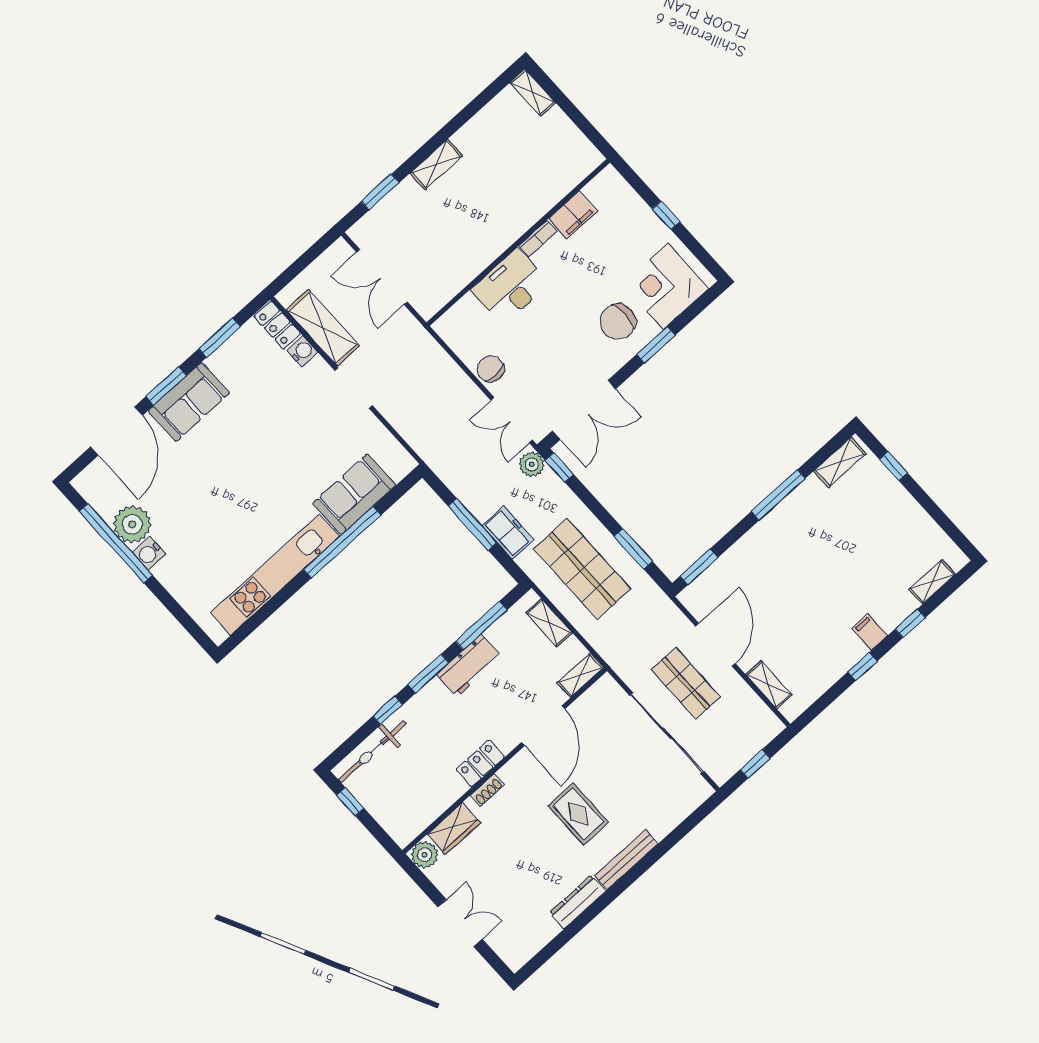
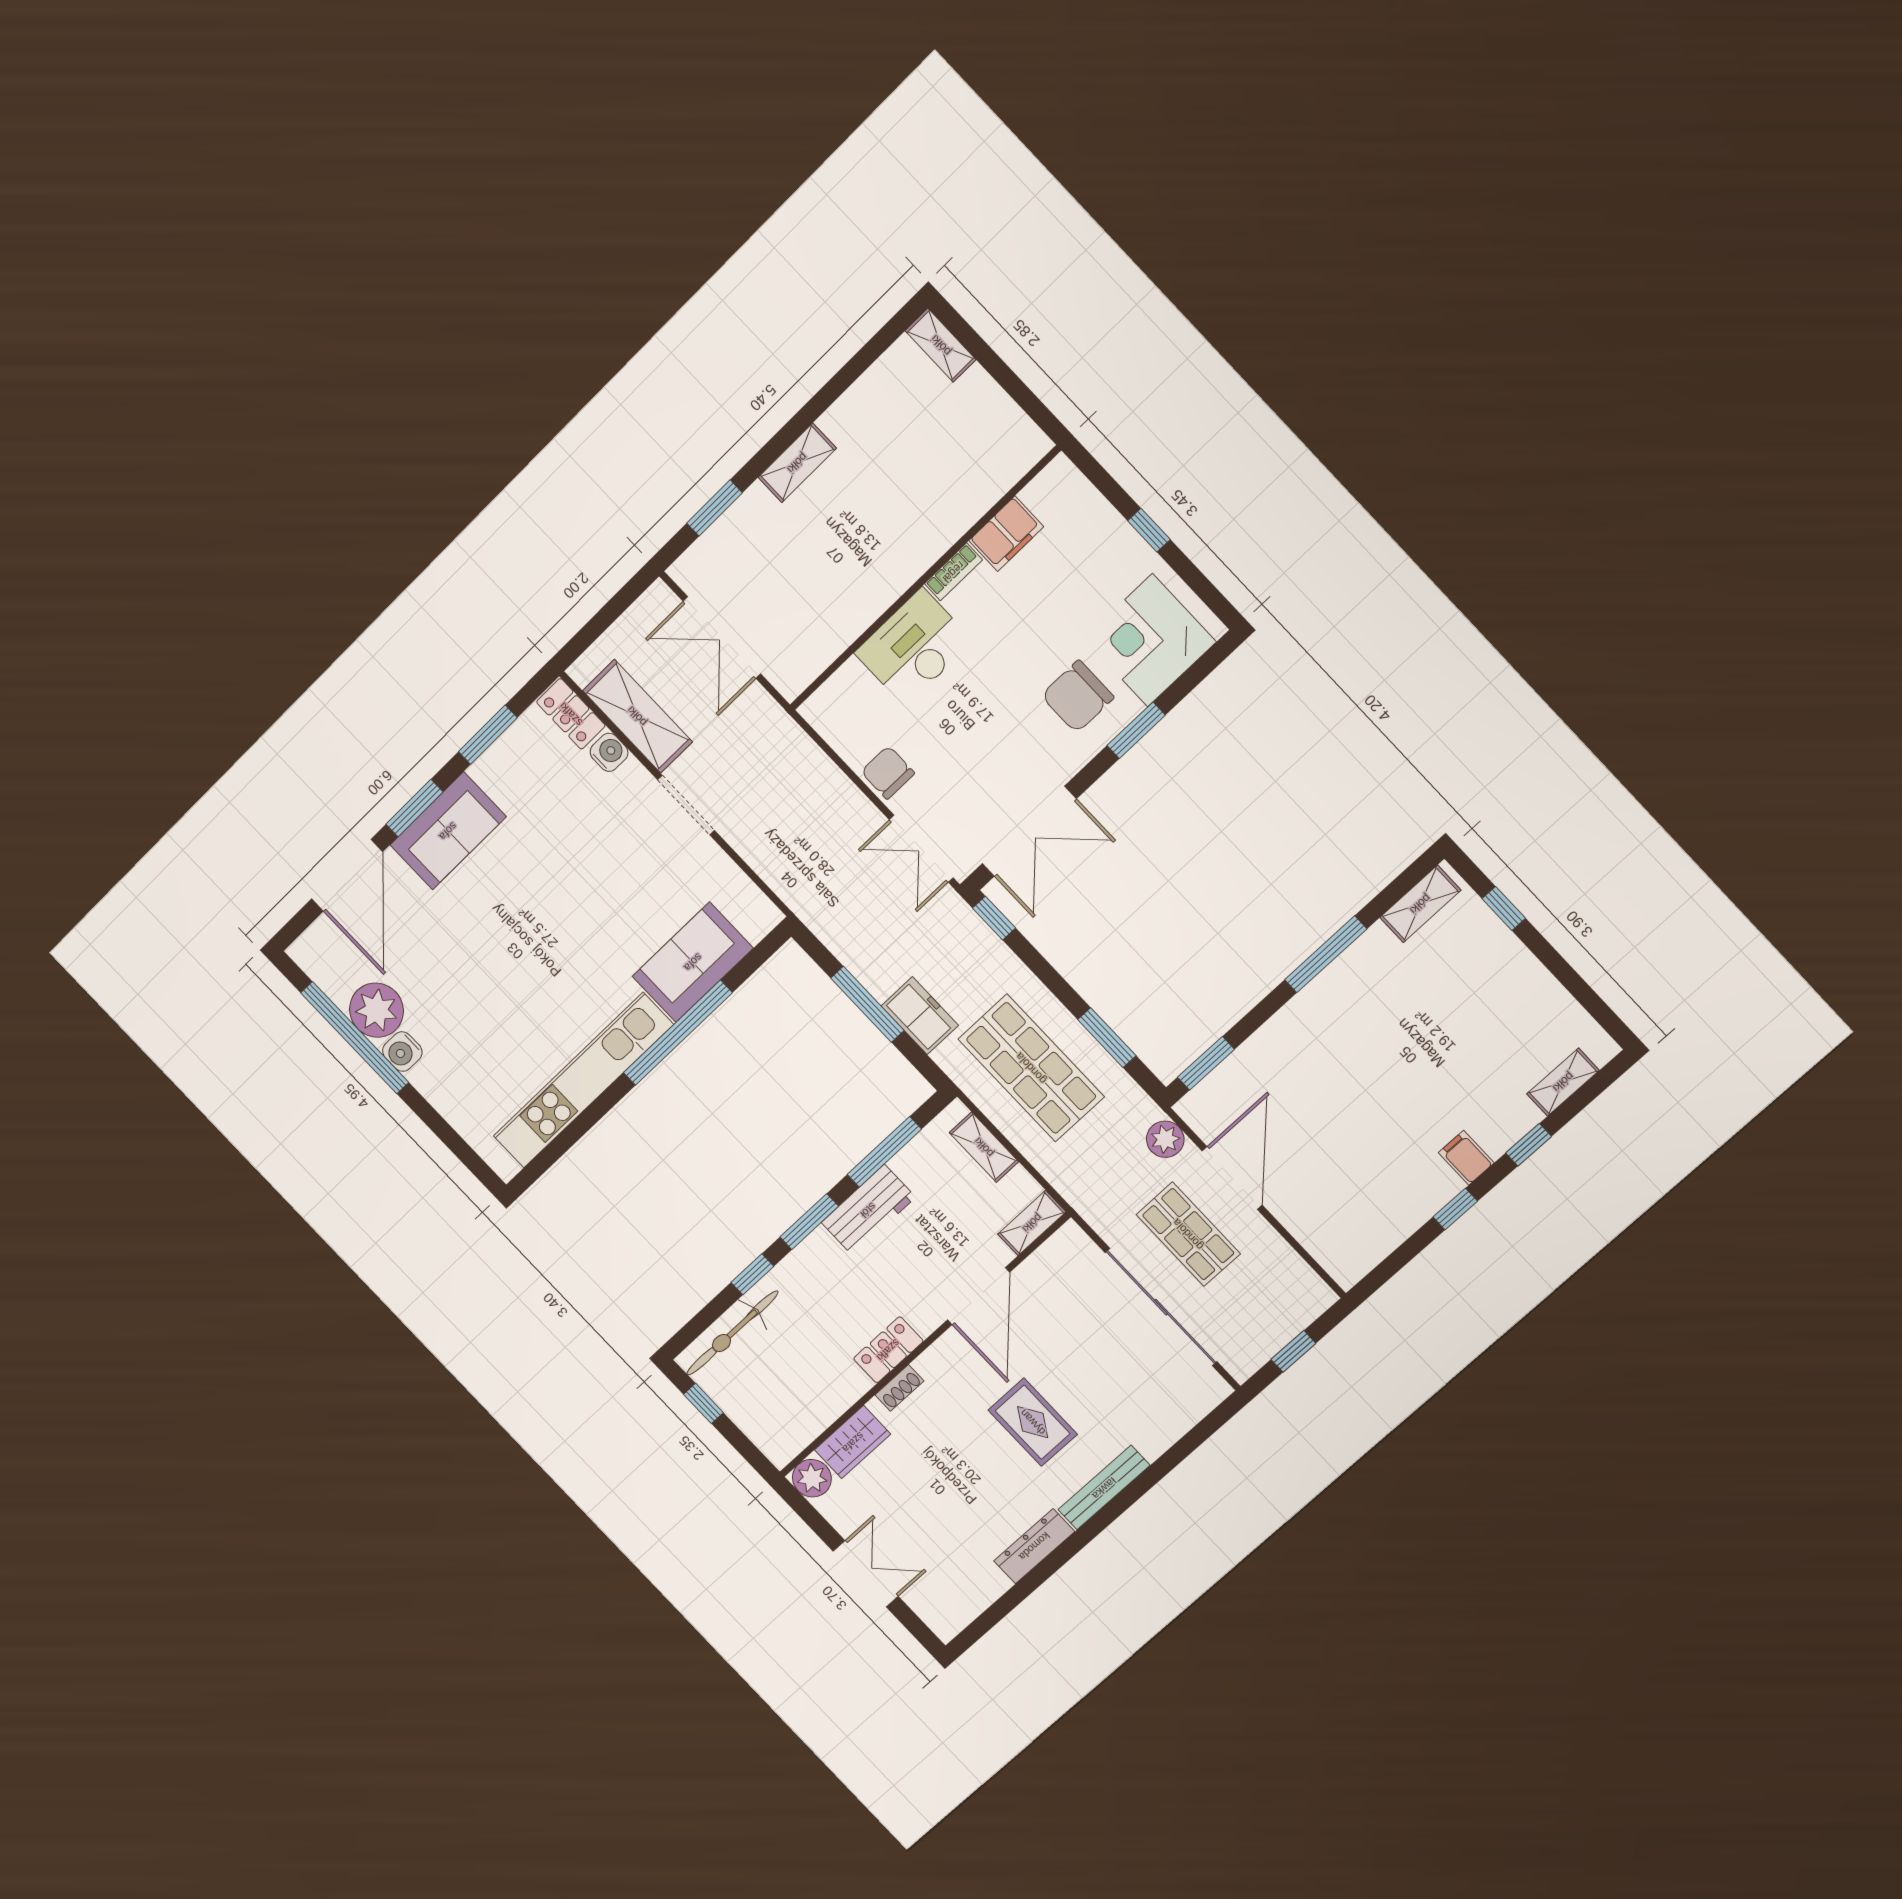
plant: (532, 464) -> (1165, 1139), moved
shelving: (769, 685) -> (1313, 1236), removed

